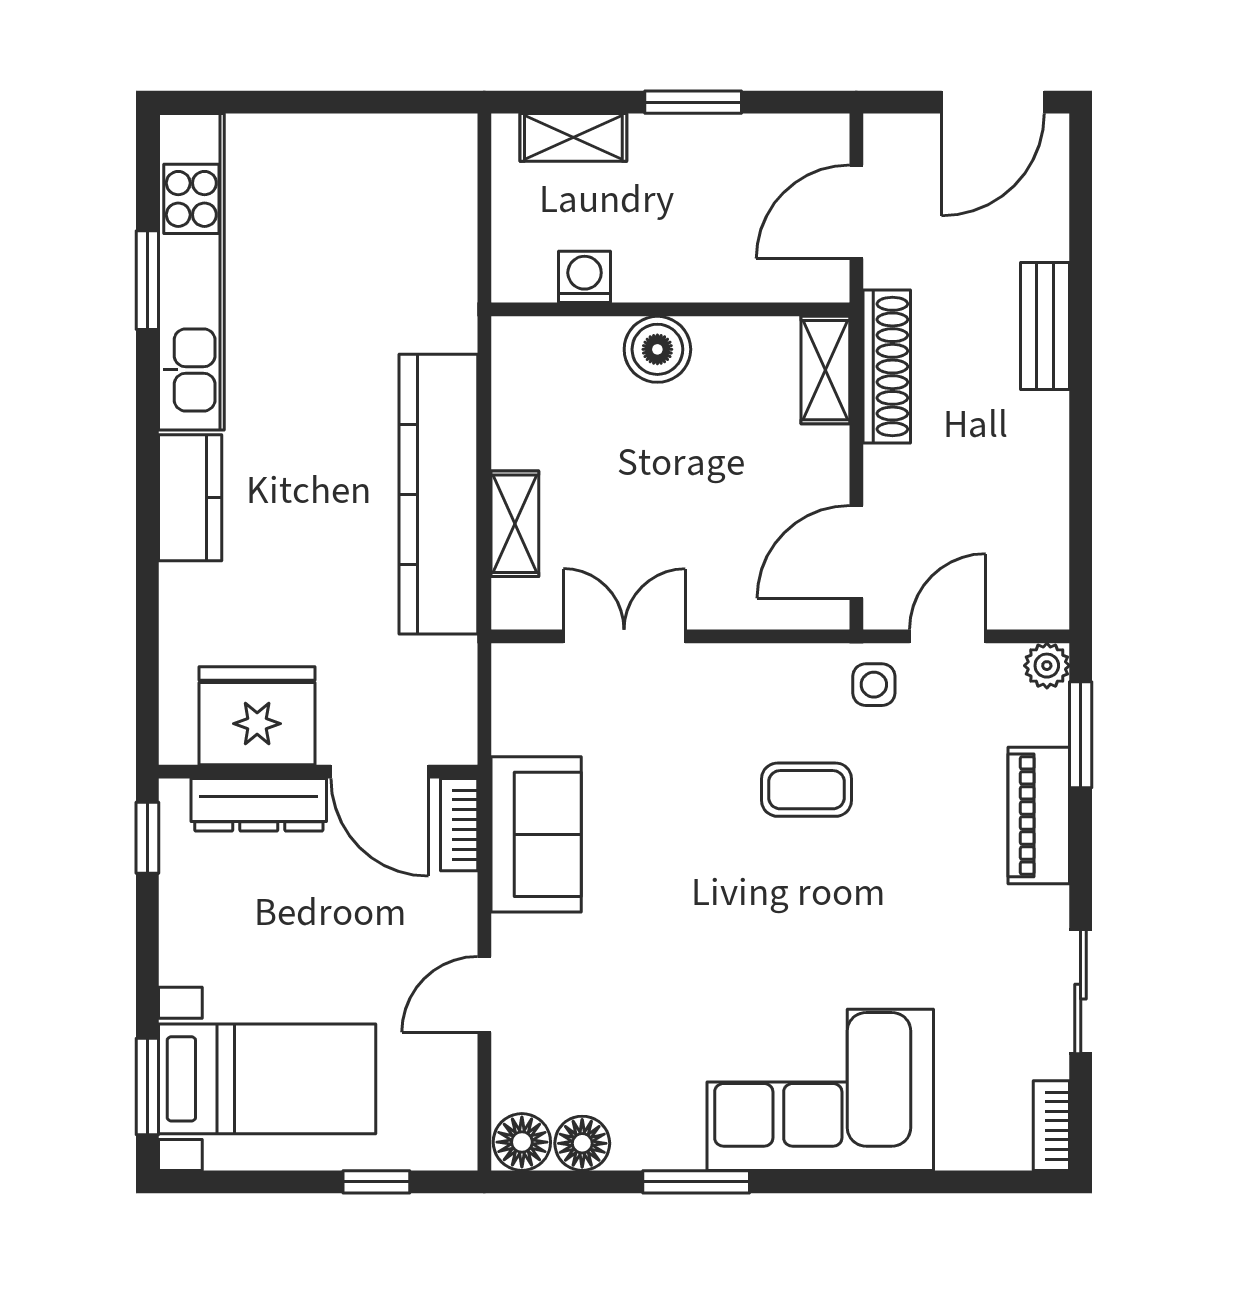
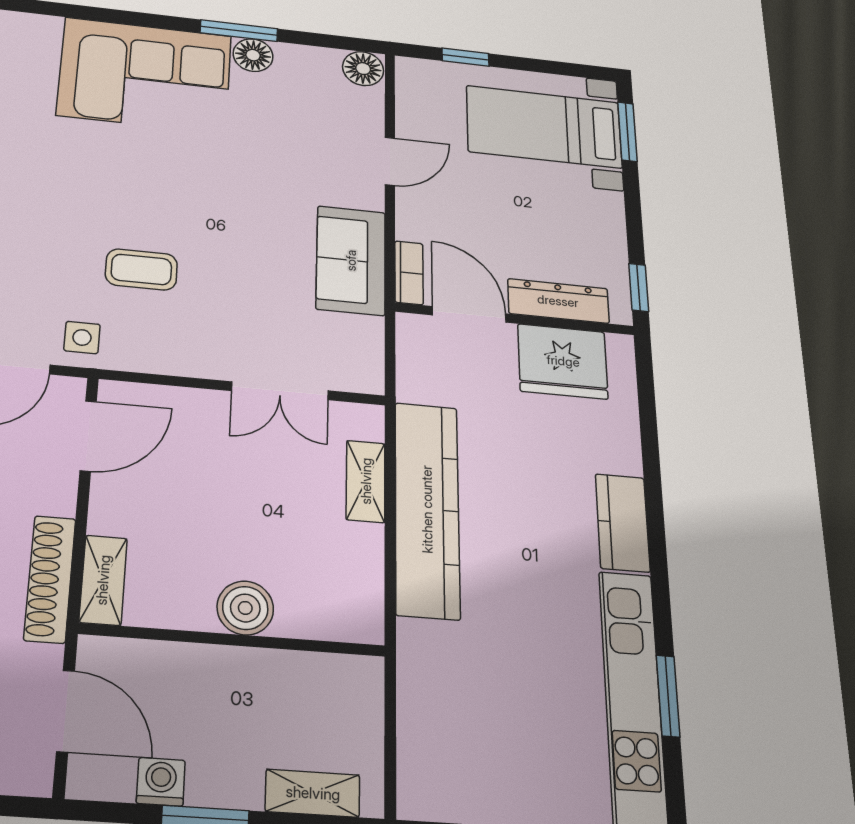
door: (856, 212) -> (65, 711), hinge flipped
washing machine: (585, 277) -> (161, 782), moved, turned 180
floor lamp: (582, 1143) -> (253, 55), moved

